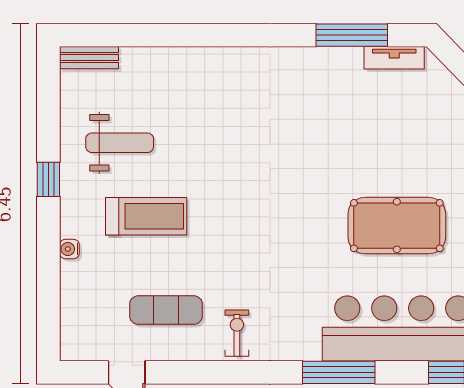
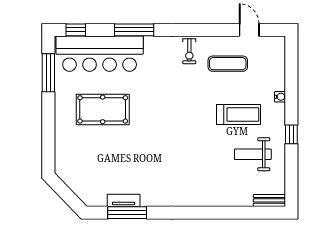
tv unit: (394, 58) -> (124, 200), moved
treadmill: (146, 216) -> (238, 114), turned 180

